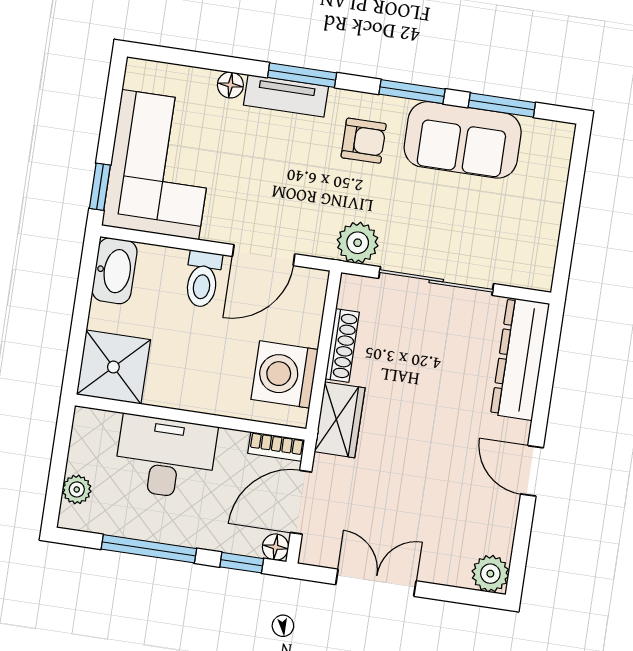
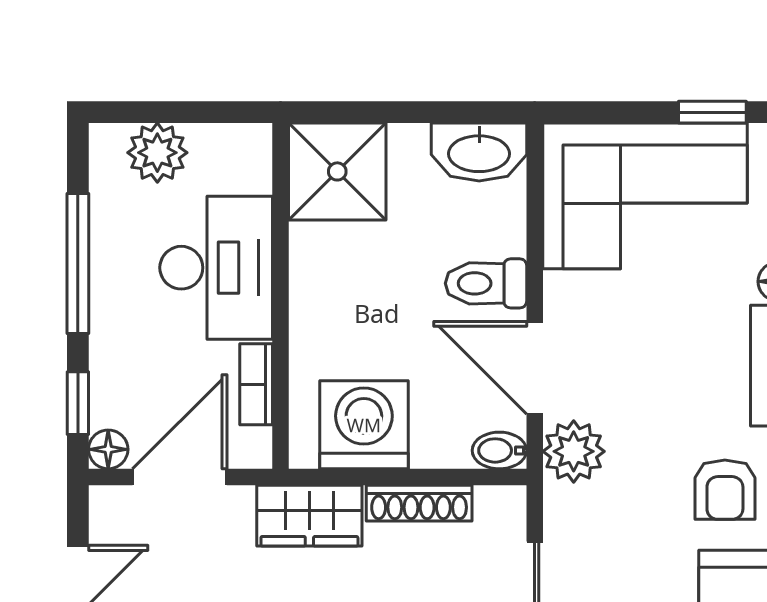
window: (100, 187) -> (712, 112), moved
plant: (358, 243) -> (574, 451), moved
bidet: (315, 287) -> (499, 450), added
bookcase: (276, 446) -> (256, 384), moved
plant: (77, 489) -> (157, 153), width x1.38, depth x1.38
door: (301, 502) -> (180, 477), hinge flipped

